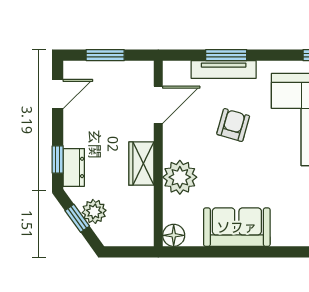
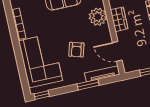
tv unit: (224, 69) -> (102, 74), moved
door: (158, 105) -> (117, 51), hinge flipped

